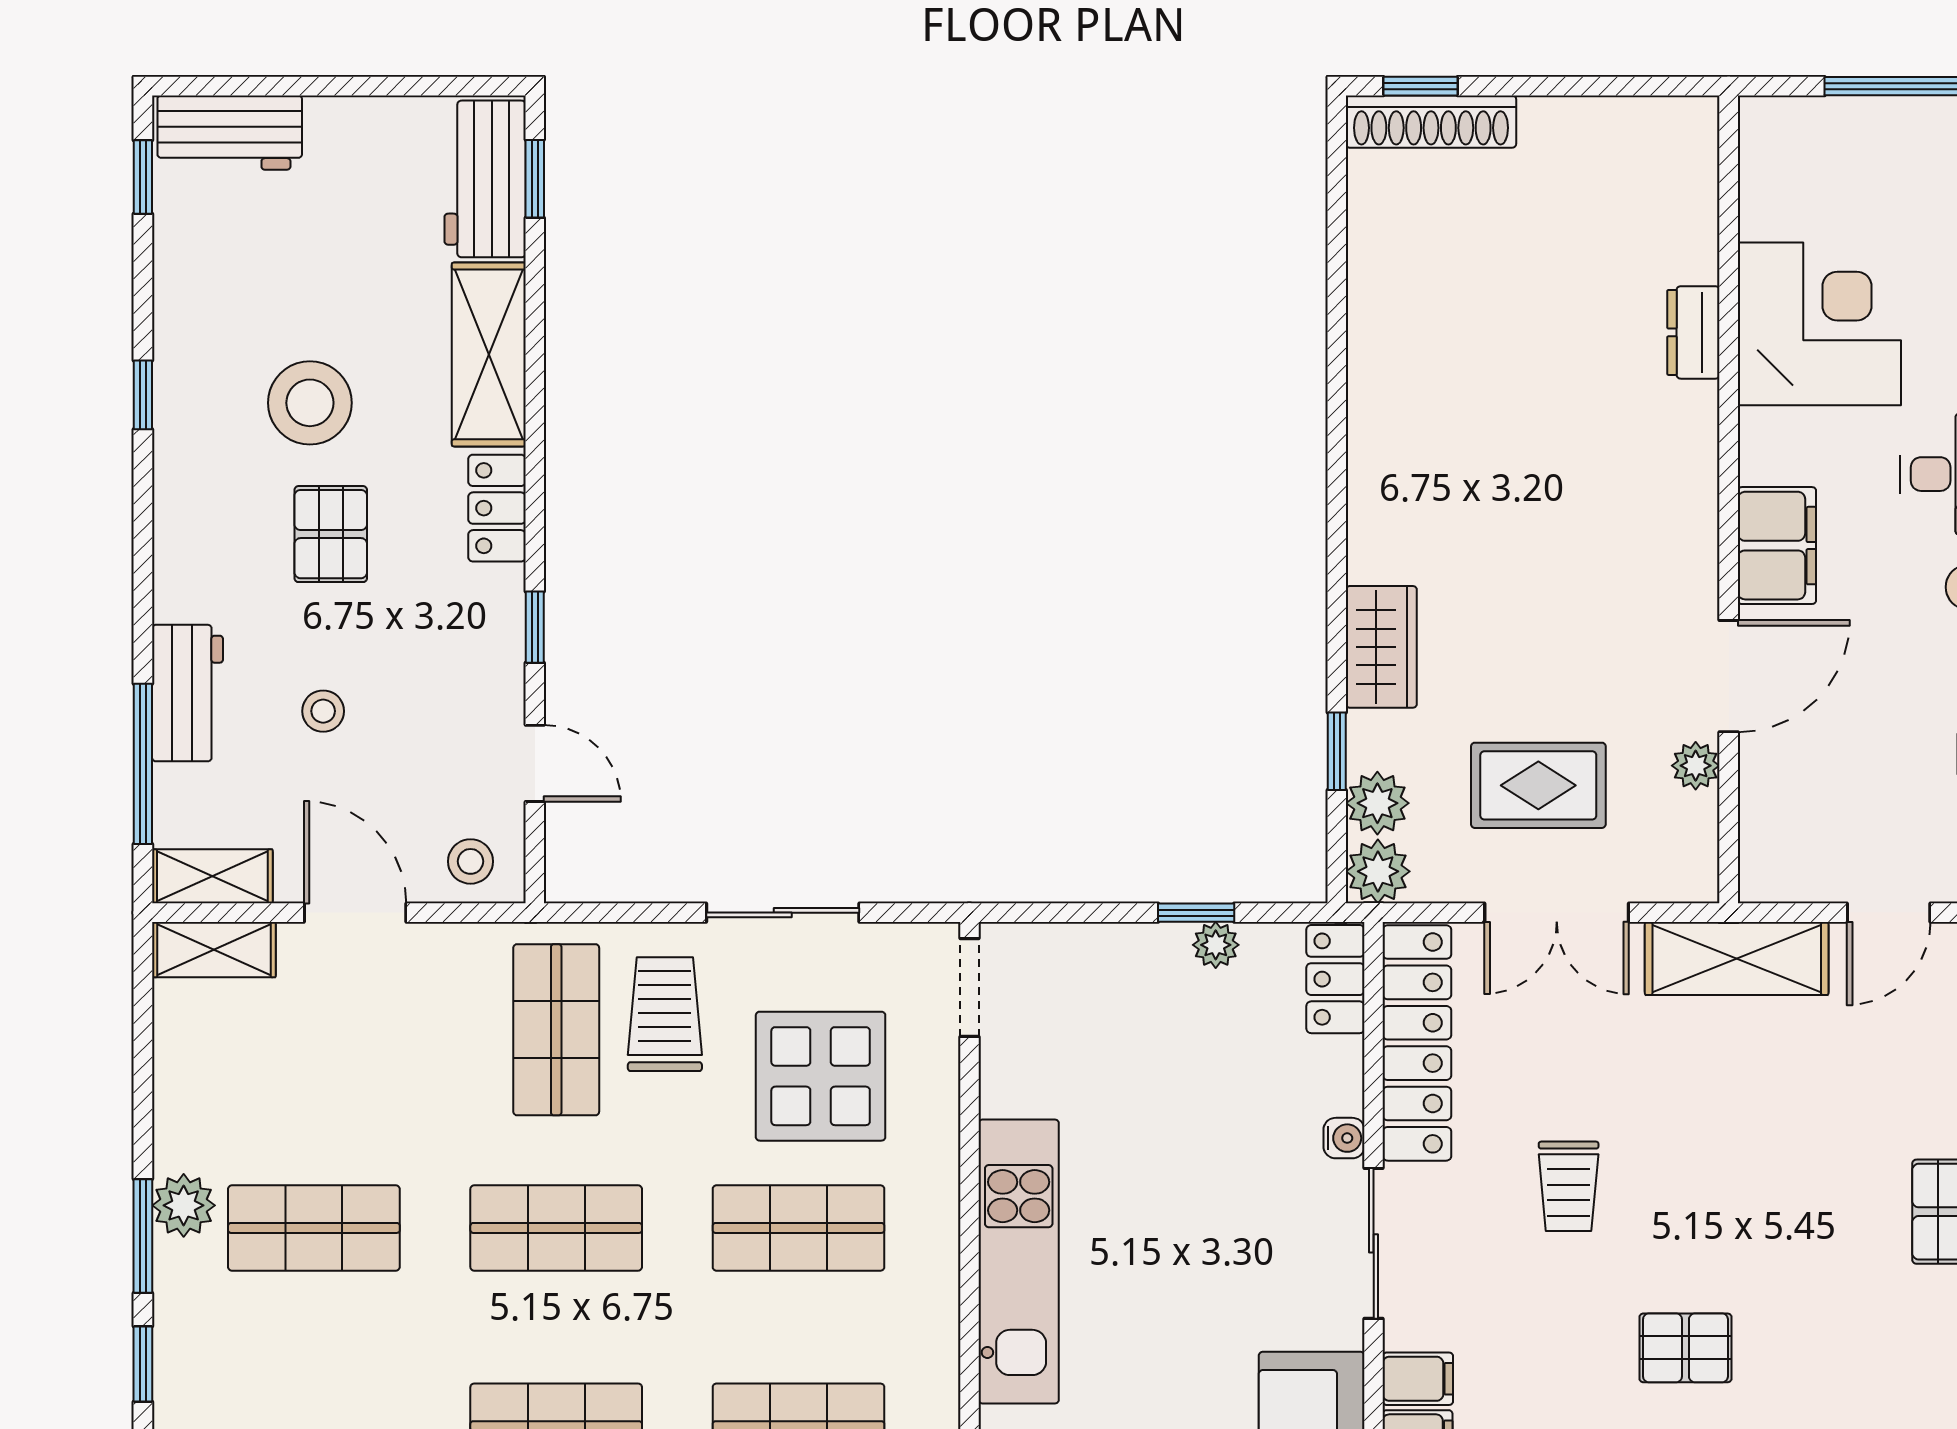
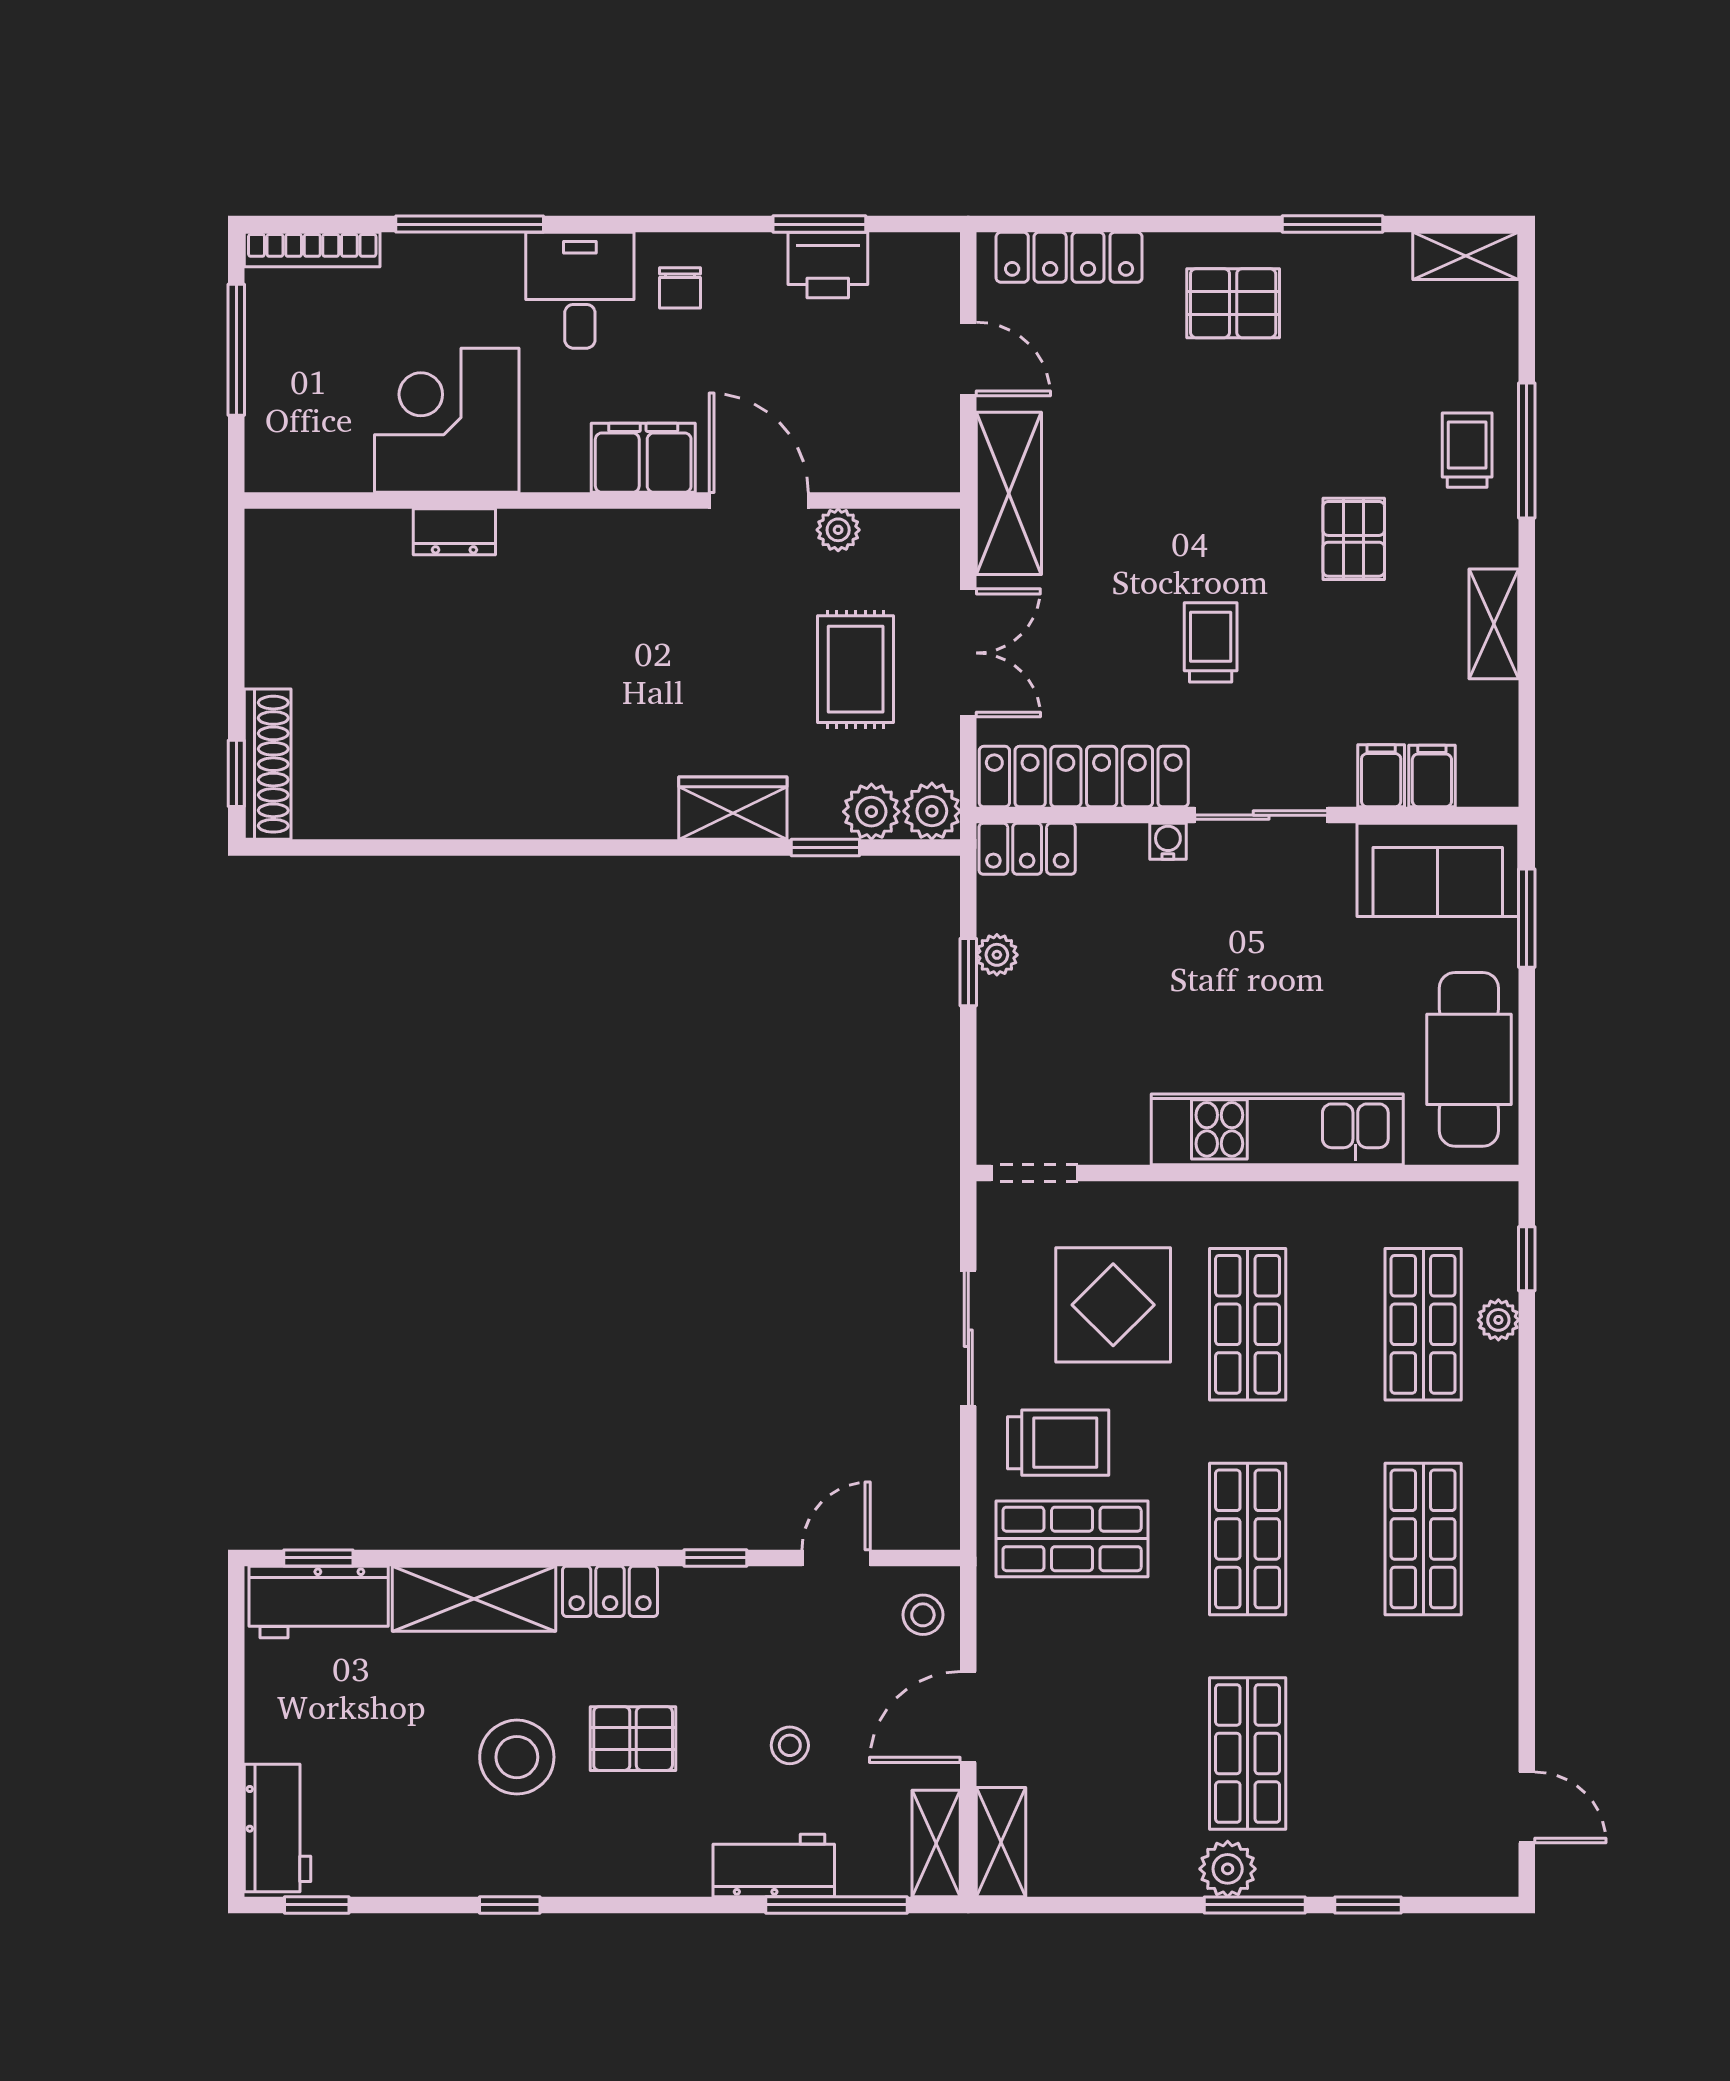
trolley: (665, 1014) -> (1058, 1443), turned 180
trolley: (1569, 1186) -> (1211, 642), turned -90

